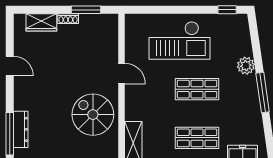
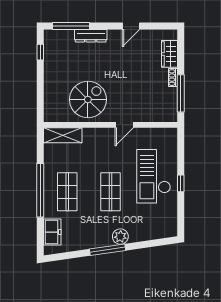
window: (86, 10) -> (181, 93), width x1.44
window: (227, 10) -> (181, 183), moved
plant: (246, 66) -> (120, 237), moved
dresser: (21, 129) -> (91, 36), moved

